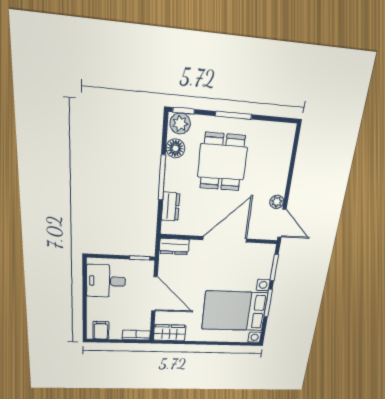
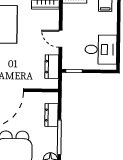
dresser: (174, 246) -> (52, 67), moved, turned -90
door: (155, 294) -> (61, 39), width x0.53

